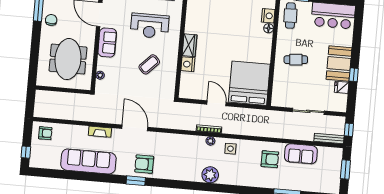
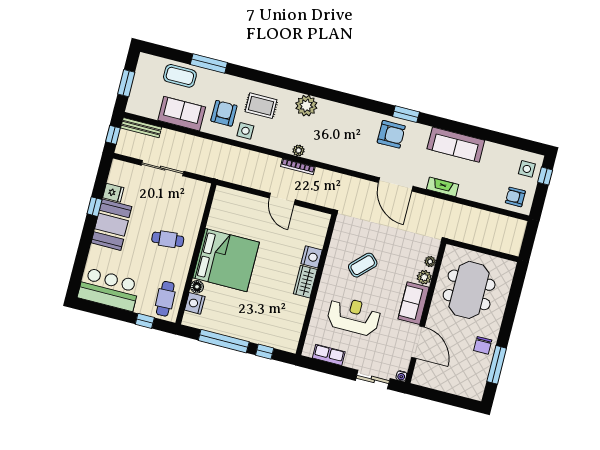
plant: (102, 63) -> (424, 277), added
bed: (249, 83) -> (226, 260), moved, turned -90
side table: (230, 149) -> (245, 131), moved
side table: (40, 155) -> (527, 169), added
armchair: (270, 159) -> (224, 113), turned 90
sofa: (88, 161) -> (456, 145), width x0.74, depth x0.79
rug: (243, 169) -> (261, 106), added
coffee table: (307, 181) -> (180, 76), added

